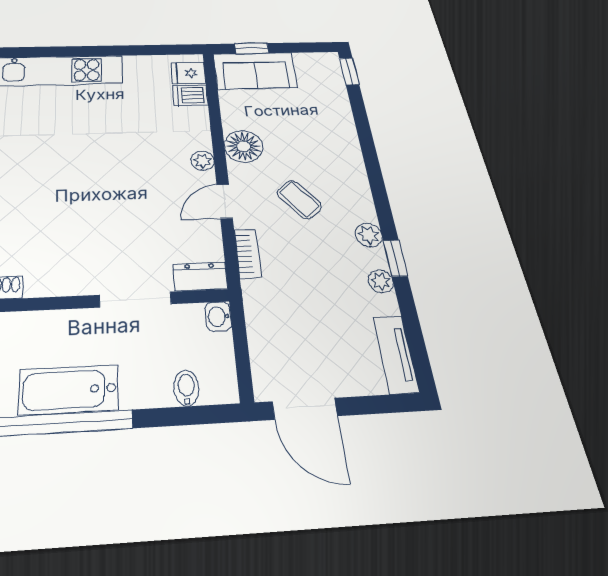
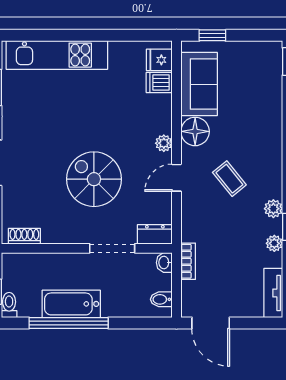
sofa: (255, 71) -> (199, 84), moved, turned -90
spiral stairs: (106, 207) -> (94, 179), added
bookcase: (248, 254) -> (188, 261), moved
bidet: (186, 388) -> (161, 299), moved, turned -90

